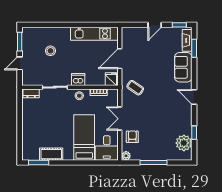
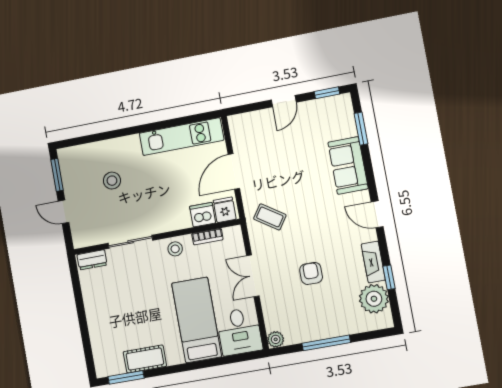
fireplace: (187, 40) -> (373, 262), moved
door: (20, 63) -> (64, 212), hinge flipped
dishwasher: (78, 79) -> (203, 215), moved
armchair: (132, 137) -> (311, 273), moved

